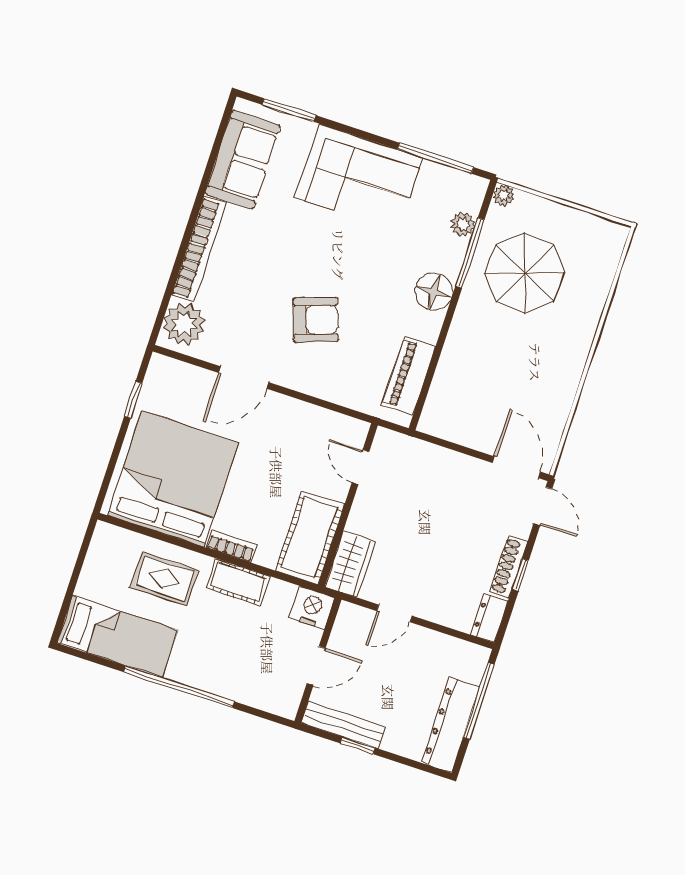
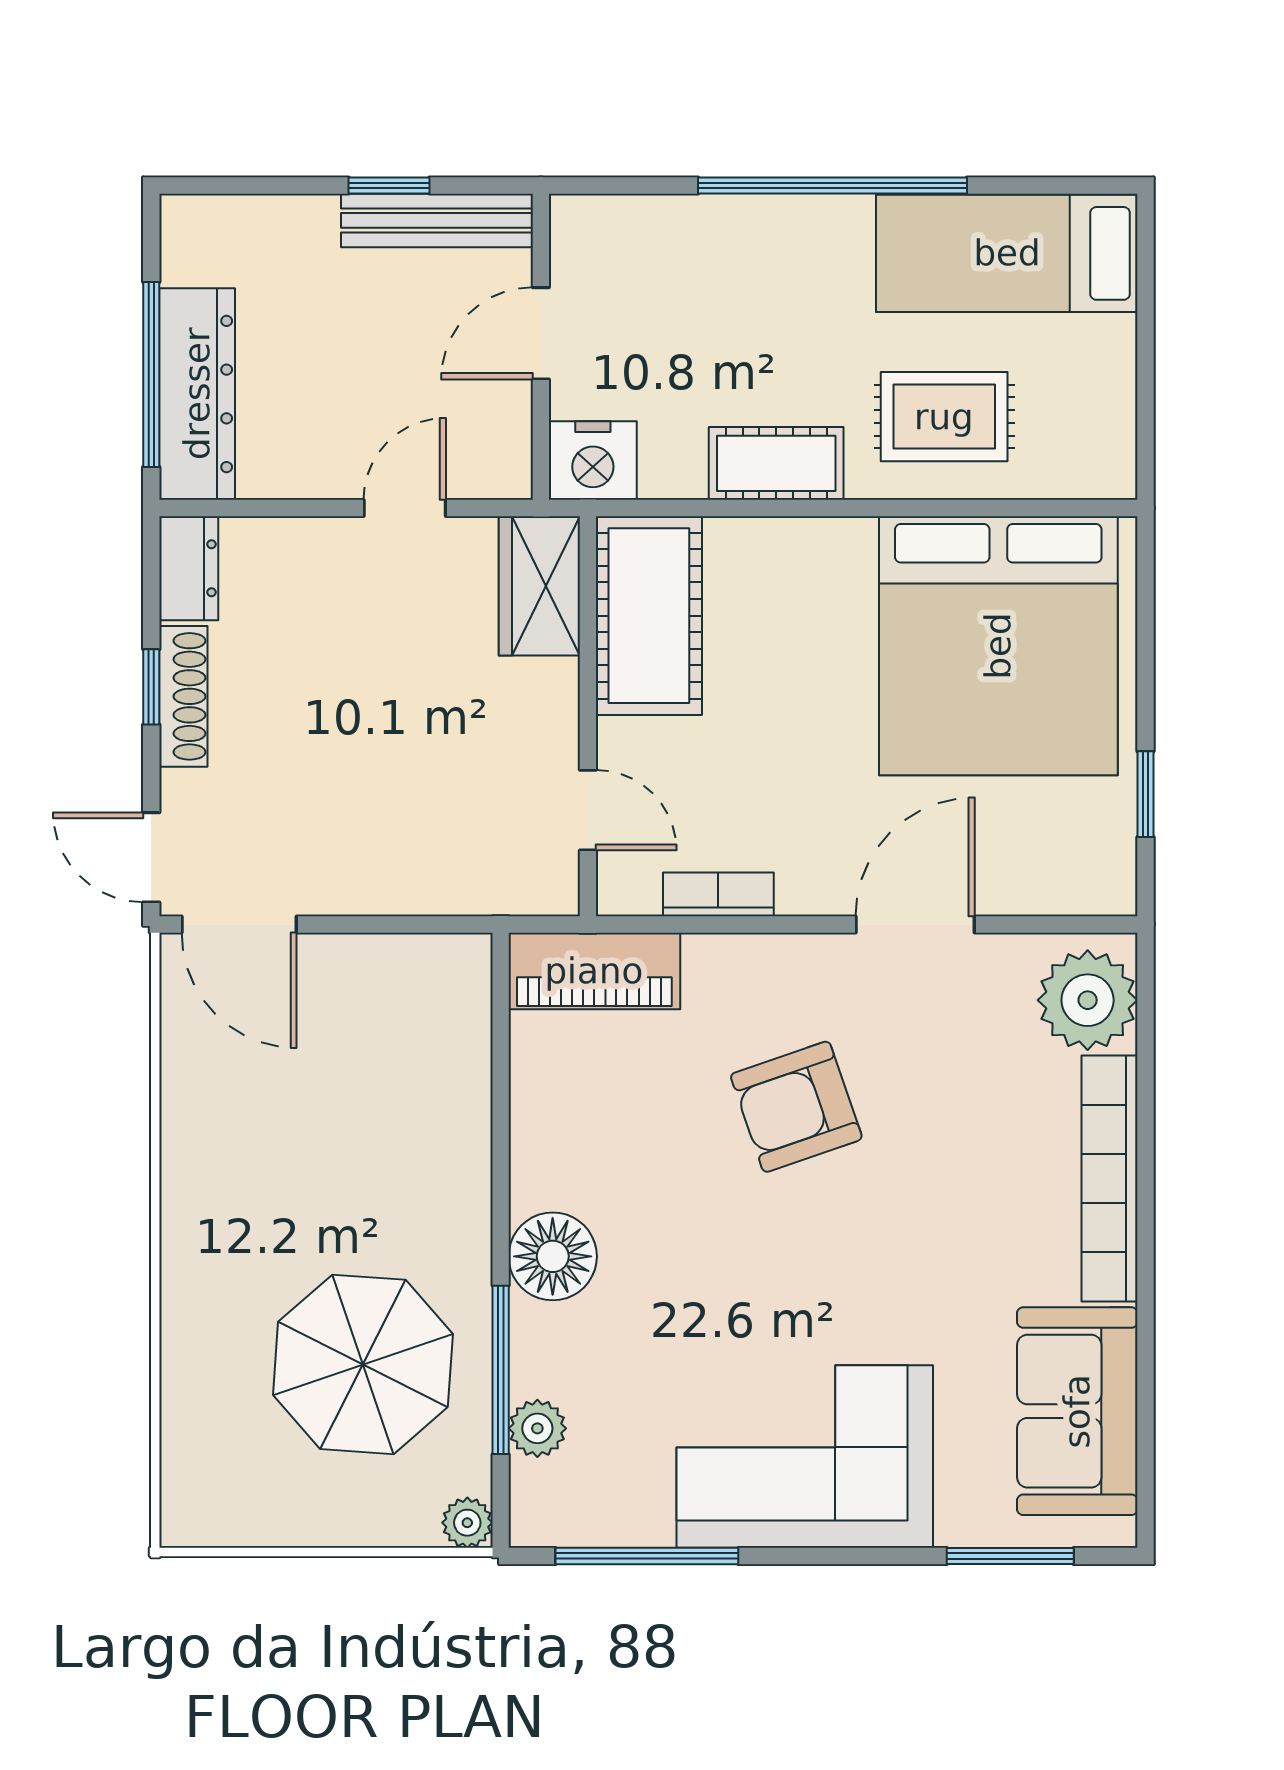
piano: (409, 376) -> (594, 971), moved, turned 90
bookcase: (231, 546) -> (718, 894), moved, turned 180
dresser: (450, 725) -> (197, 394), moved

